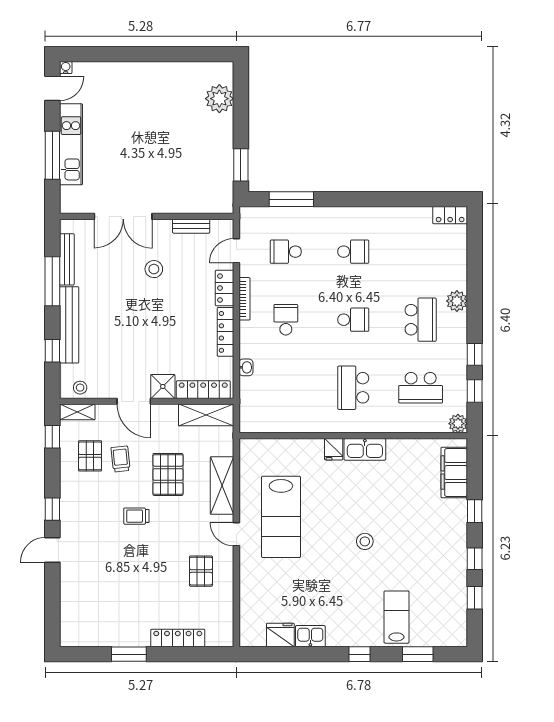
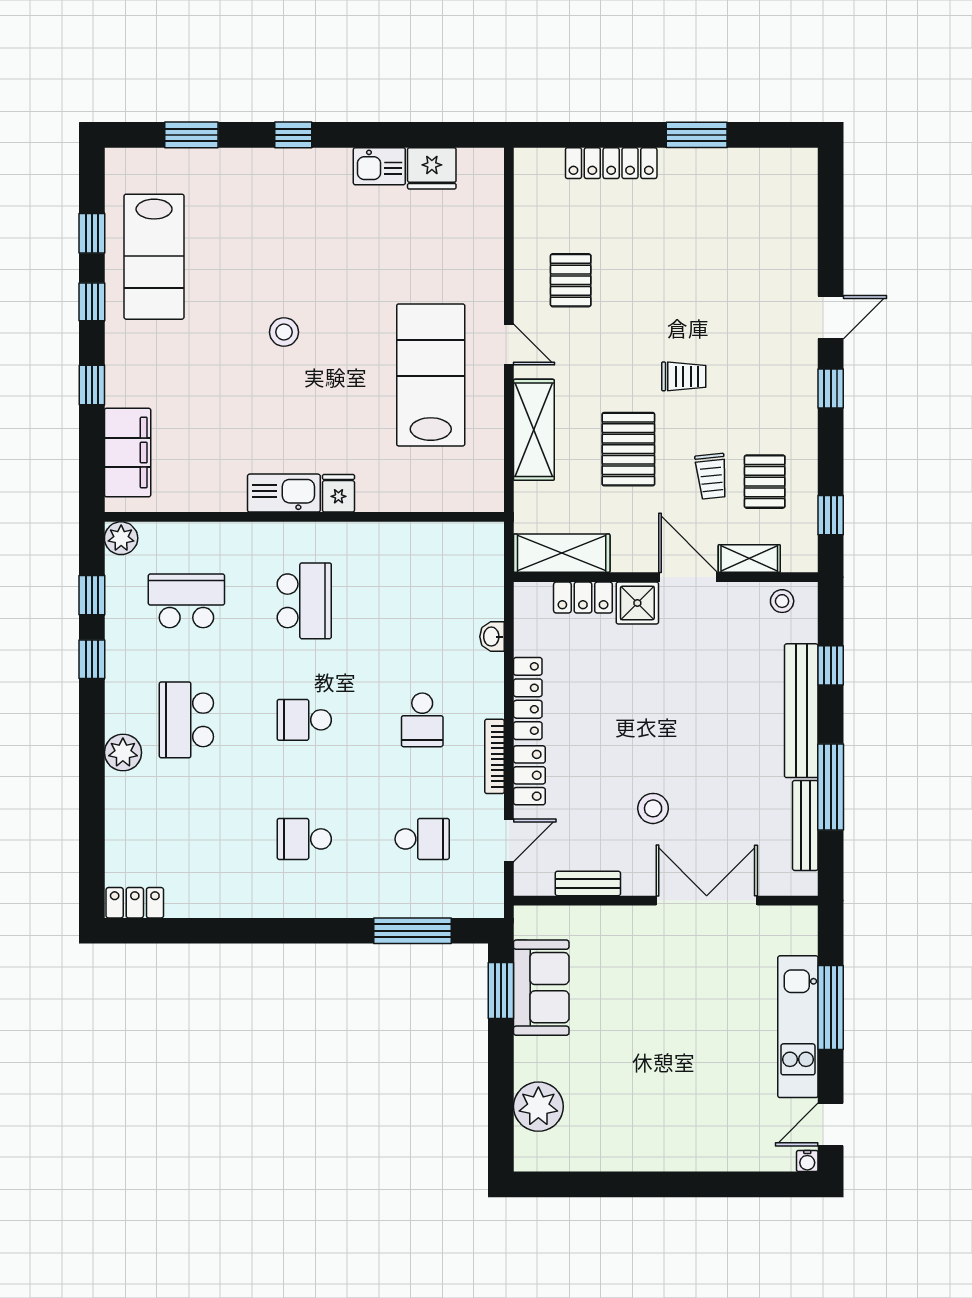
sofa: (218, 167) -> (541, 988), added
locker: (203, 390) -> (583, 598), width x0.66
shelving: (77, 412) -> (749, 559), moved
lab bench: (396, 617) -> (154, 257), moved, width x1.36, depth x1.39

